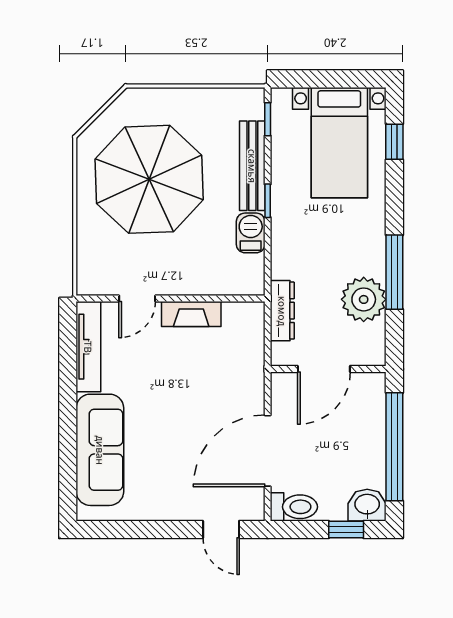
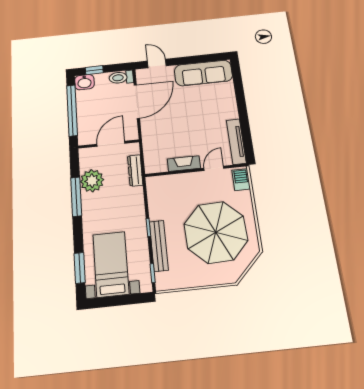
window: (394, 142) -> (80, 268), width x1.50
barbecue: (251, 233) -> (241, 180), moved, turned 180
sofa: (100, 450) -> (203, 73), moved, turned -90

